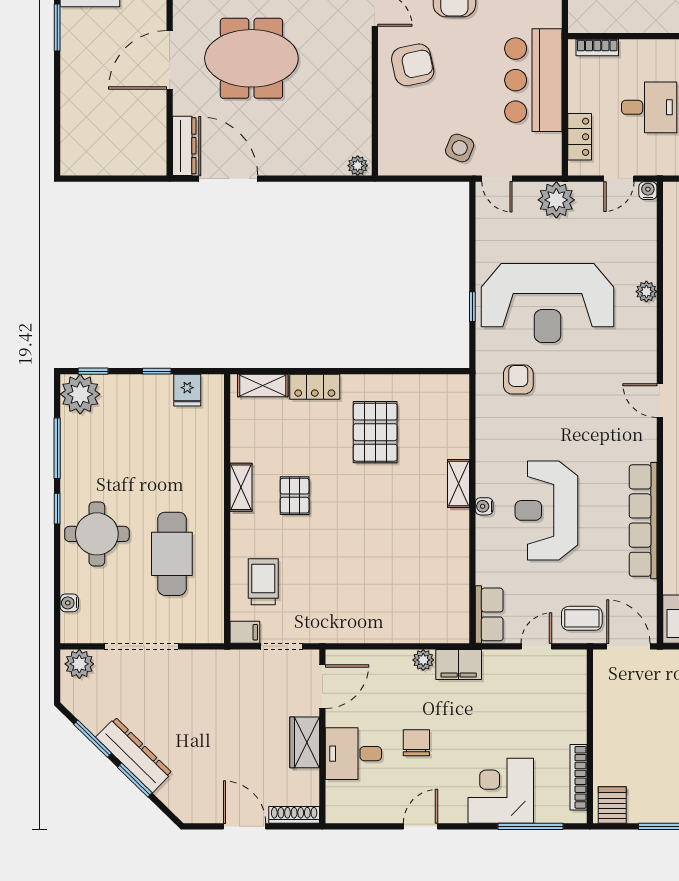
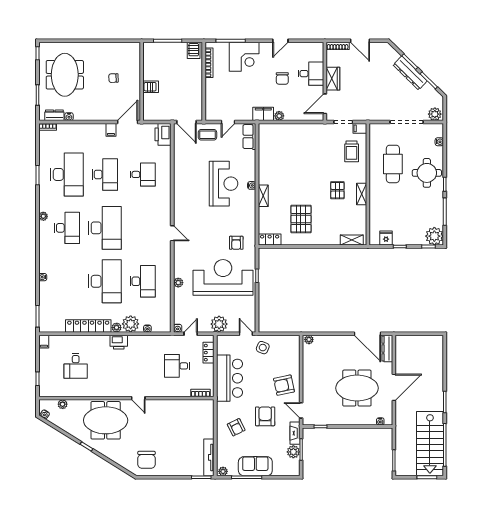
locker: (315, 387) -> (270, 239), moved
row of seats: (643, 521) -> (180, 179), removed

